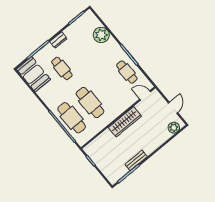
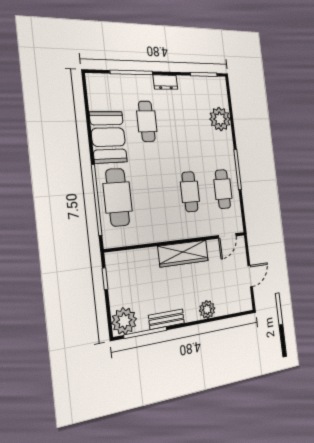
booth: (33, 74) -> (108, 137), moved
door: (145, 95) -> (227, 236), swing flipped
cafe table: (90, 103) -> (190, 192), moved, width x0.73, depth x0.74
plant: (174, 128) -> (207, 309), moved
plant: (114, 175) -> (124, 321), added

